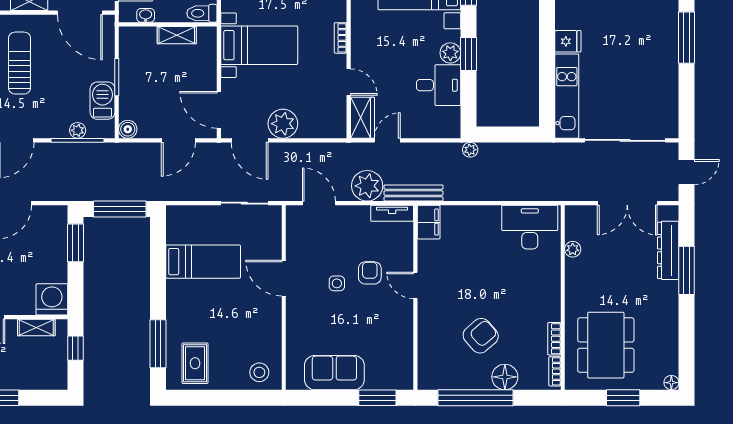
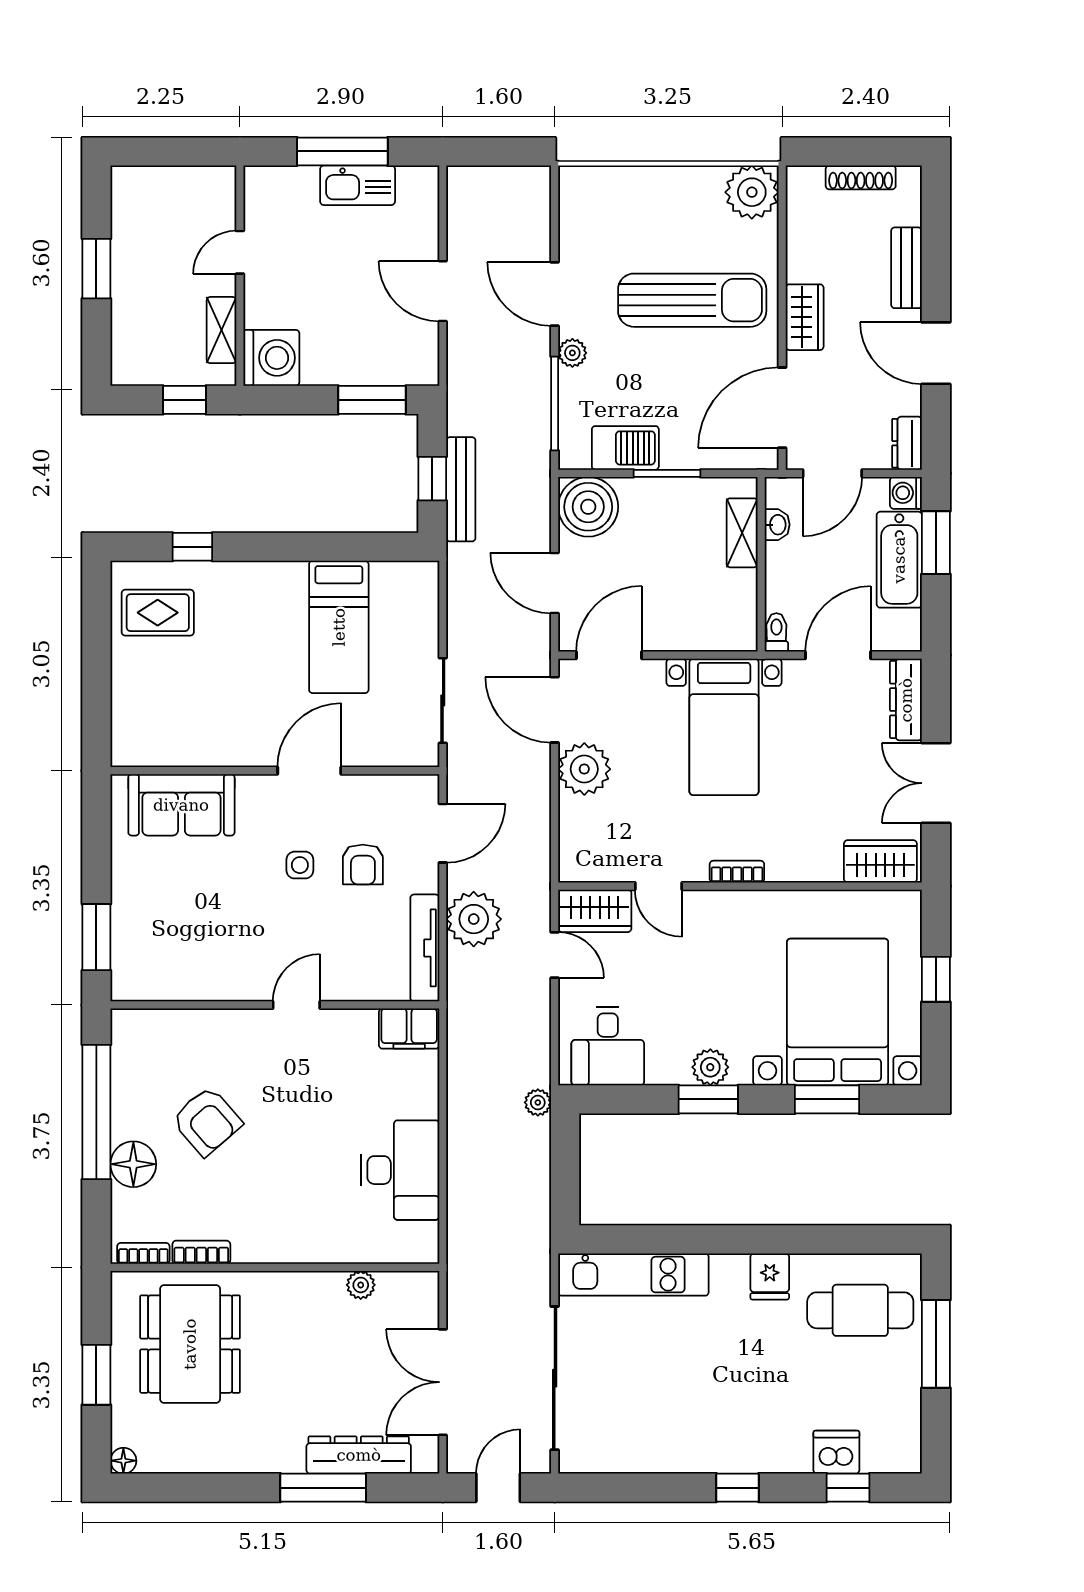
toilet: (202, 13) -> (776, 632), width x0.73, depth x0.72
shelving: (177, 35) -> (742, 533), moved
window: (687, 38) -> (737, 1488), width x0.46
fridge: (568, 41) -> (770, 1276), moved
sun lounger: (20, 63) -> (692, 300), width x1.36, depth x1.34
door: (349, 82) -> (658, 886), hinge flipped
desk: (439, 85) -> (608, 1046), moved
boiler: (128, 129) -> (588, 507), width x1.86, depth x1.86
plant: (78, 130) -> (572, 353), moved
door: (250, 140) -> (555, 710), hinge flipped
door: (687, 172) -> (498, 1488), swing flipped
bench: (413, 193) -> (461, 489), moved
window: (120, 209) -> (432, 479), width x0.46
tv unit: (392, 213) -> (425, 948), width x1.41
desk: (530, 227) -> (400, 1170), moved
armchair: (370, 273) -> (363, 864), moved, turned 90
window: (158, 344) -> (192, 547), width x0.46
dining table: (606, 345) -> (190, 1344), turned 90
stool: (259, 372) -> (142, 727), removed
sofa: (334, 373) -> (181, 805), moved, turned 90

